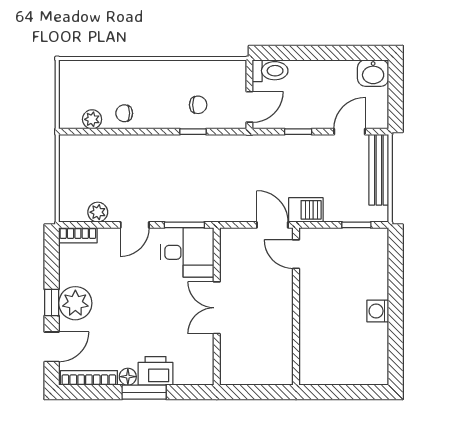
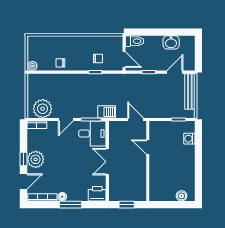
washbasin: (373, 73) -> (171, 42), moved
door: (249, 107) -> (124, 60), hinge flipped
plant: (92, 119) -> (32, 66), moved
barbecue: (306, 210) -> (107, 112), moved
plant: (98, 212) -> (43, 109), width x1.88, depth x1.88
door: (296, 254) -> (148, 147), moved
washing machine: (378, 311) -> (189, 139), moved
printer: (156, 371) -> (97, 194), moved
boiler: (362, 375) -> (181, 196), added
window: (255, 392) -> (127, 205), added

